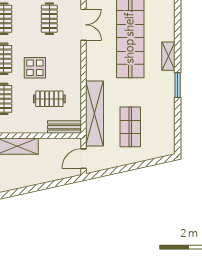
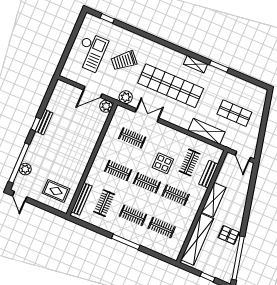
shelving: (95, 113) -> (207, 131), width x0.68
bench: (65, 127) -> (209, 174), moved

